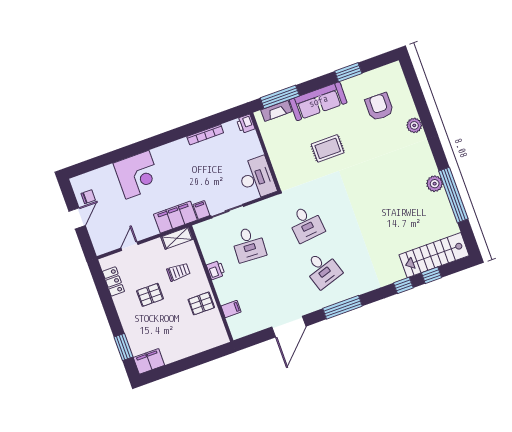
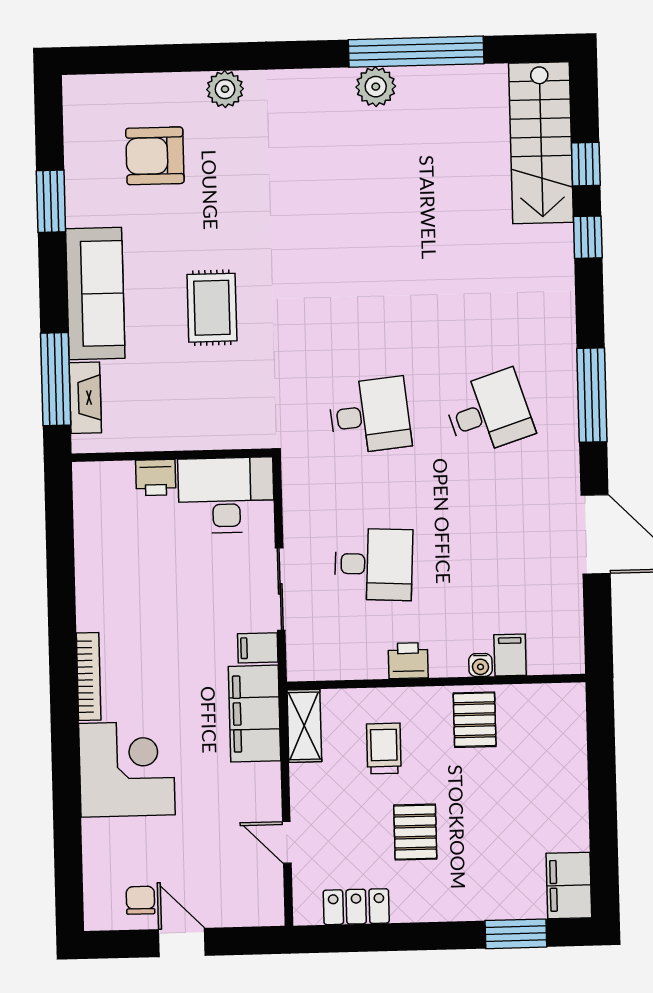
printer: (246, 124) -> (156, 478), moved
bookcase: (205, 135) -> (89, 676), moved
water cooler: (223, 299) -> (480, 665), added

